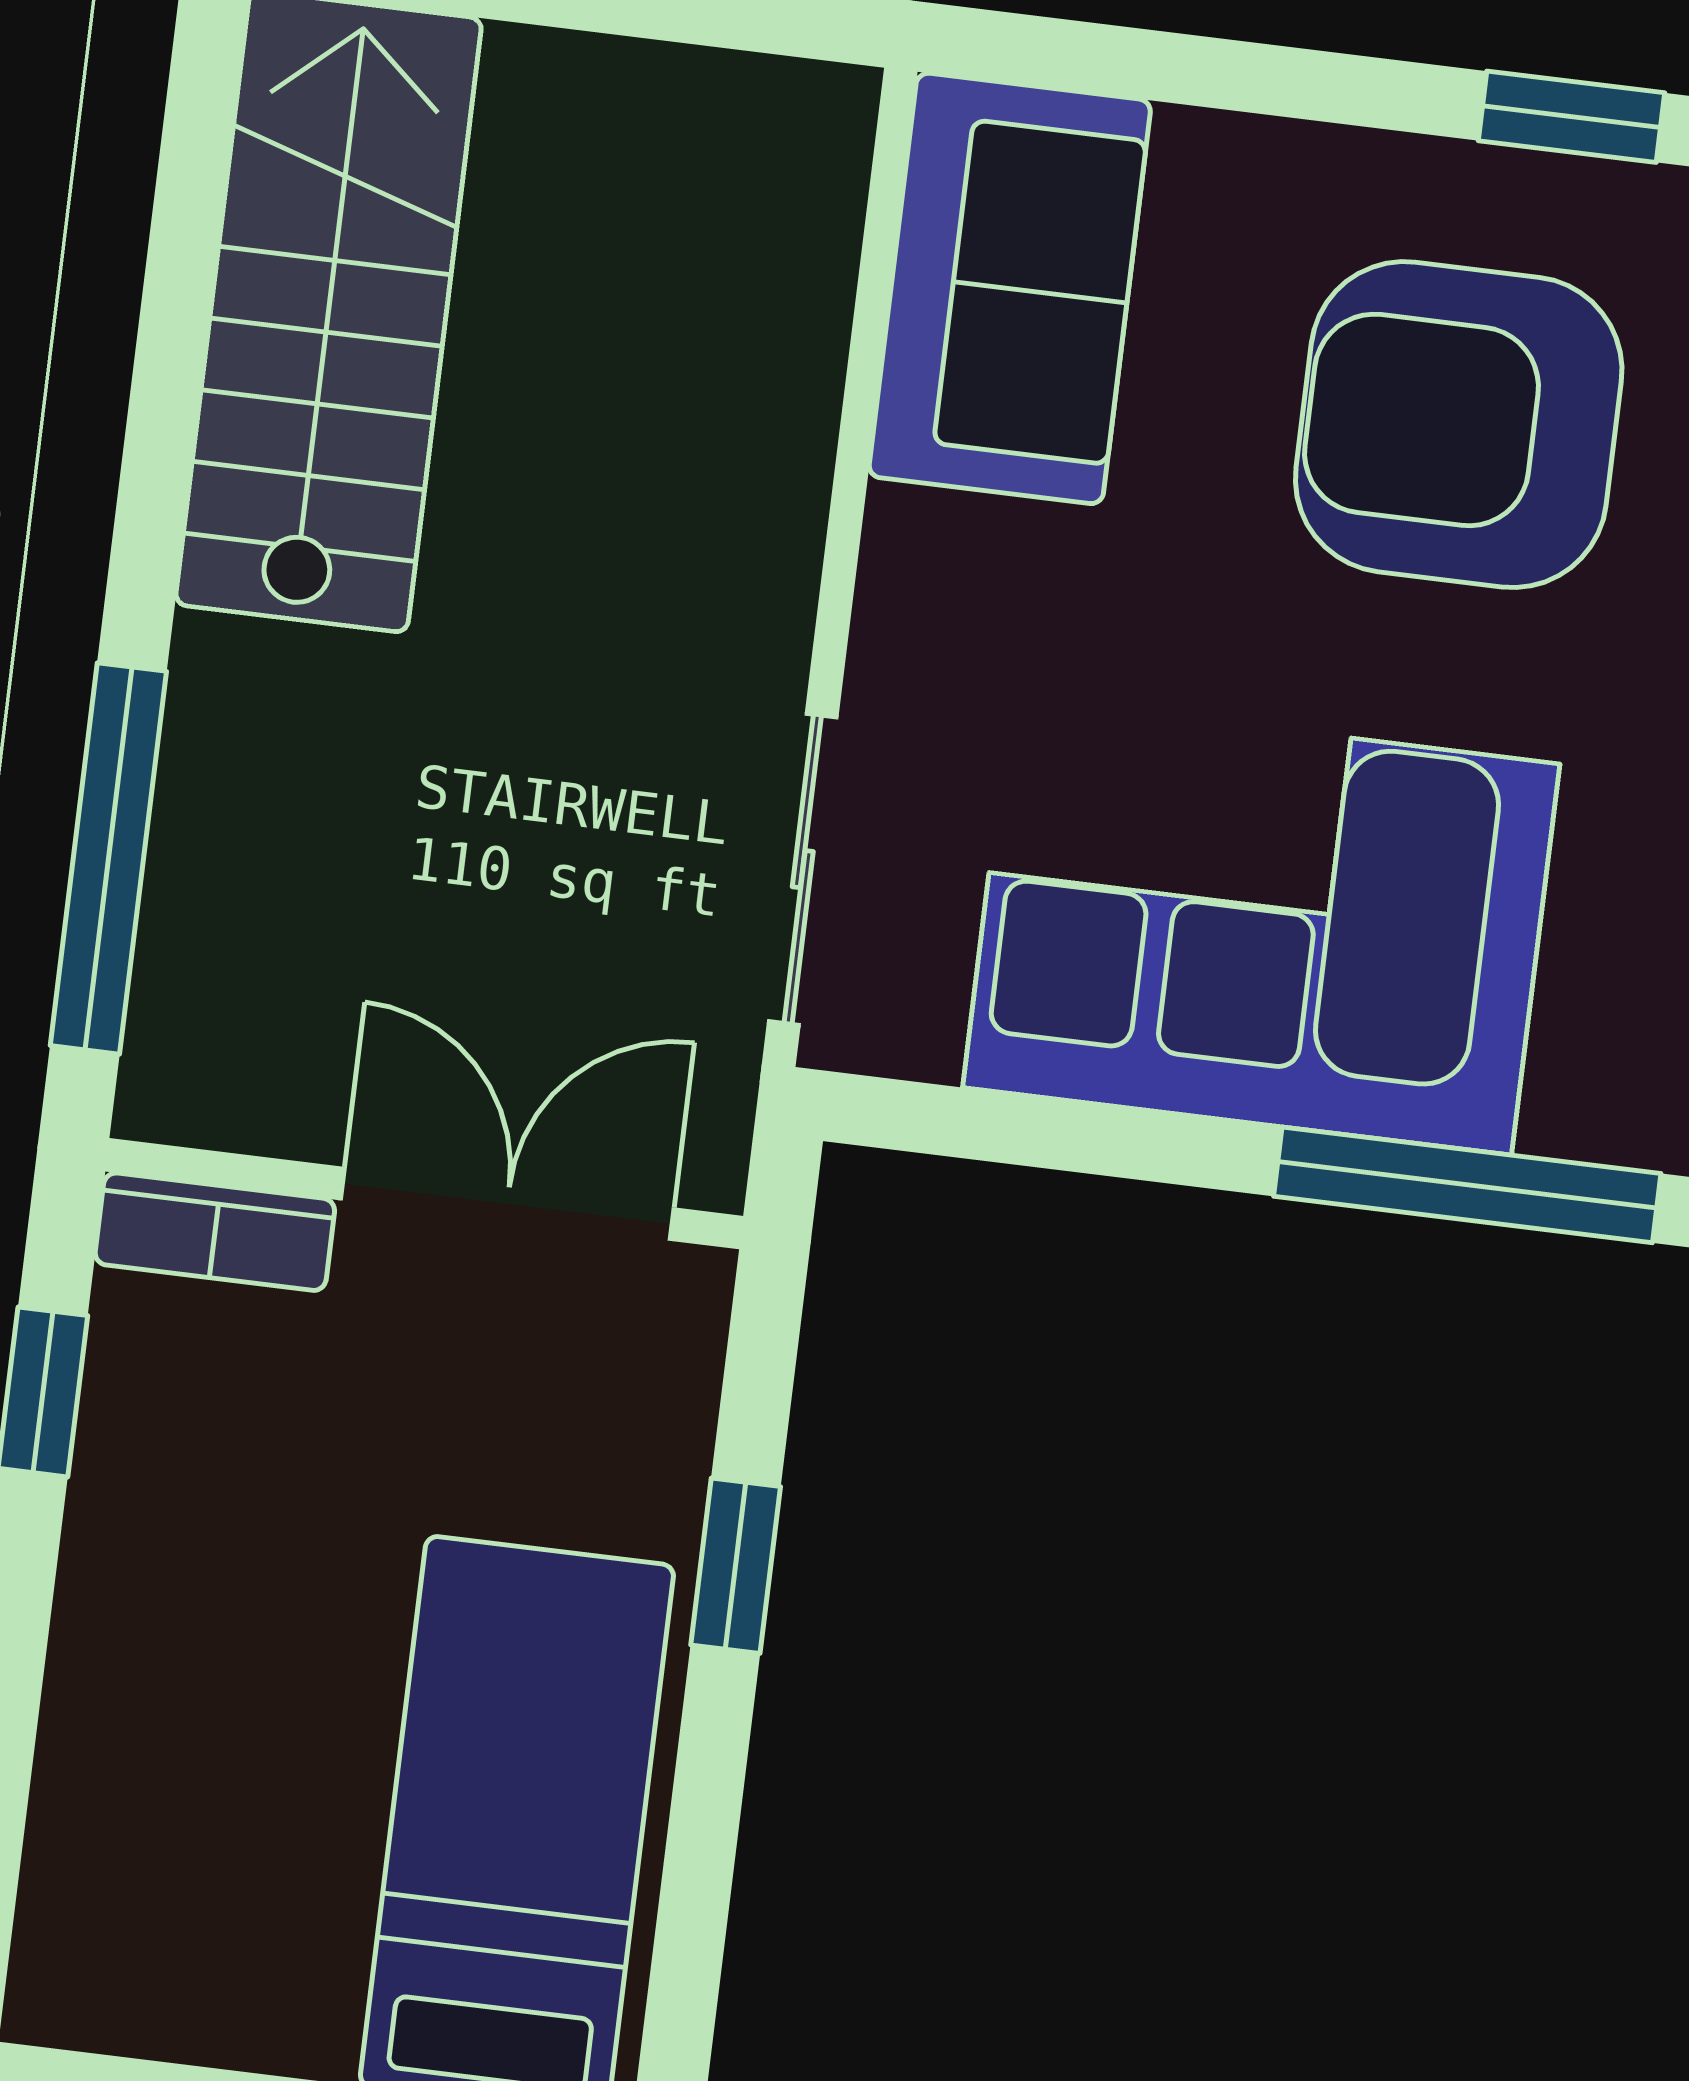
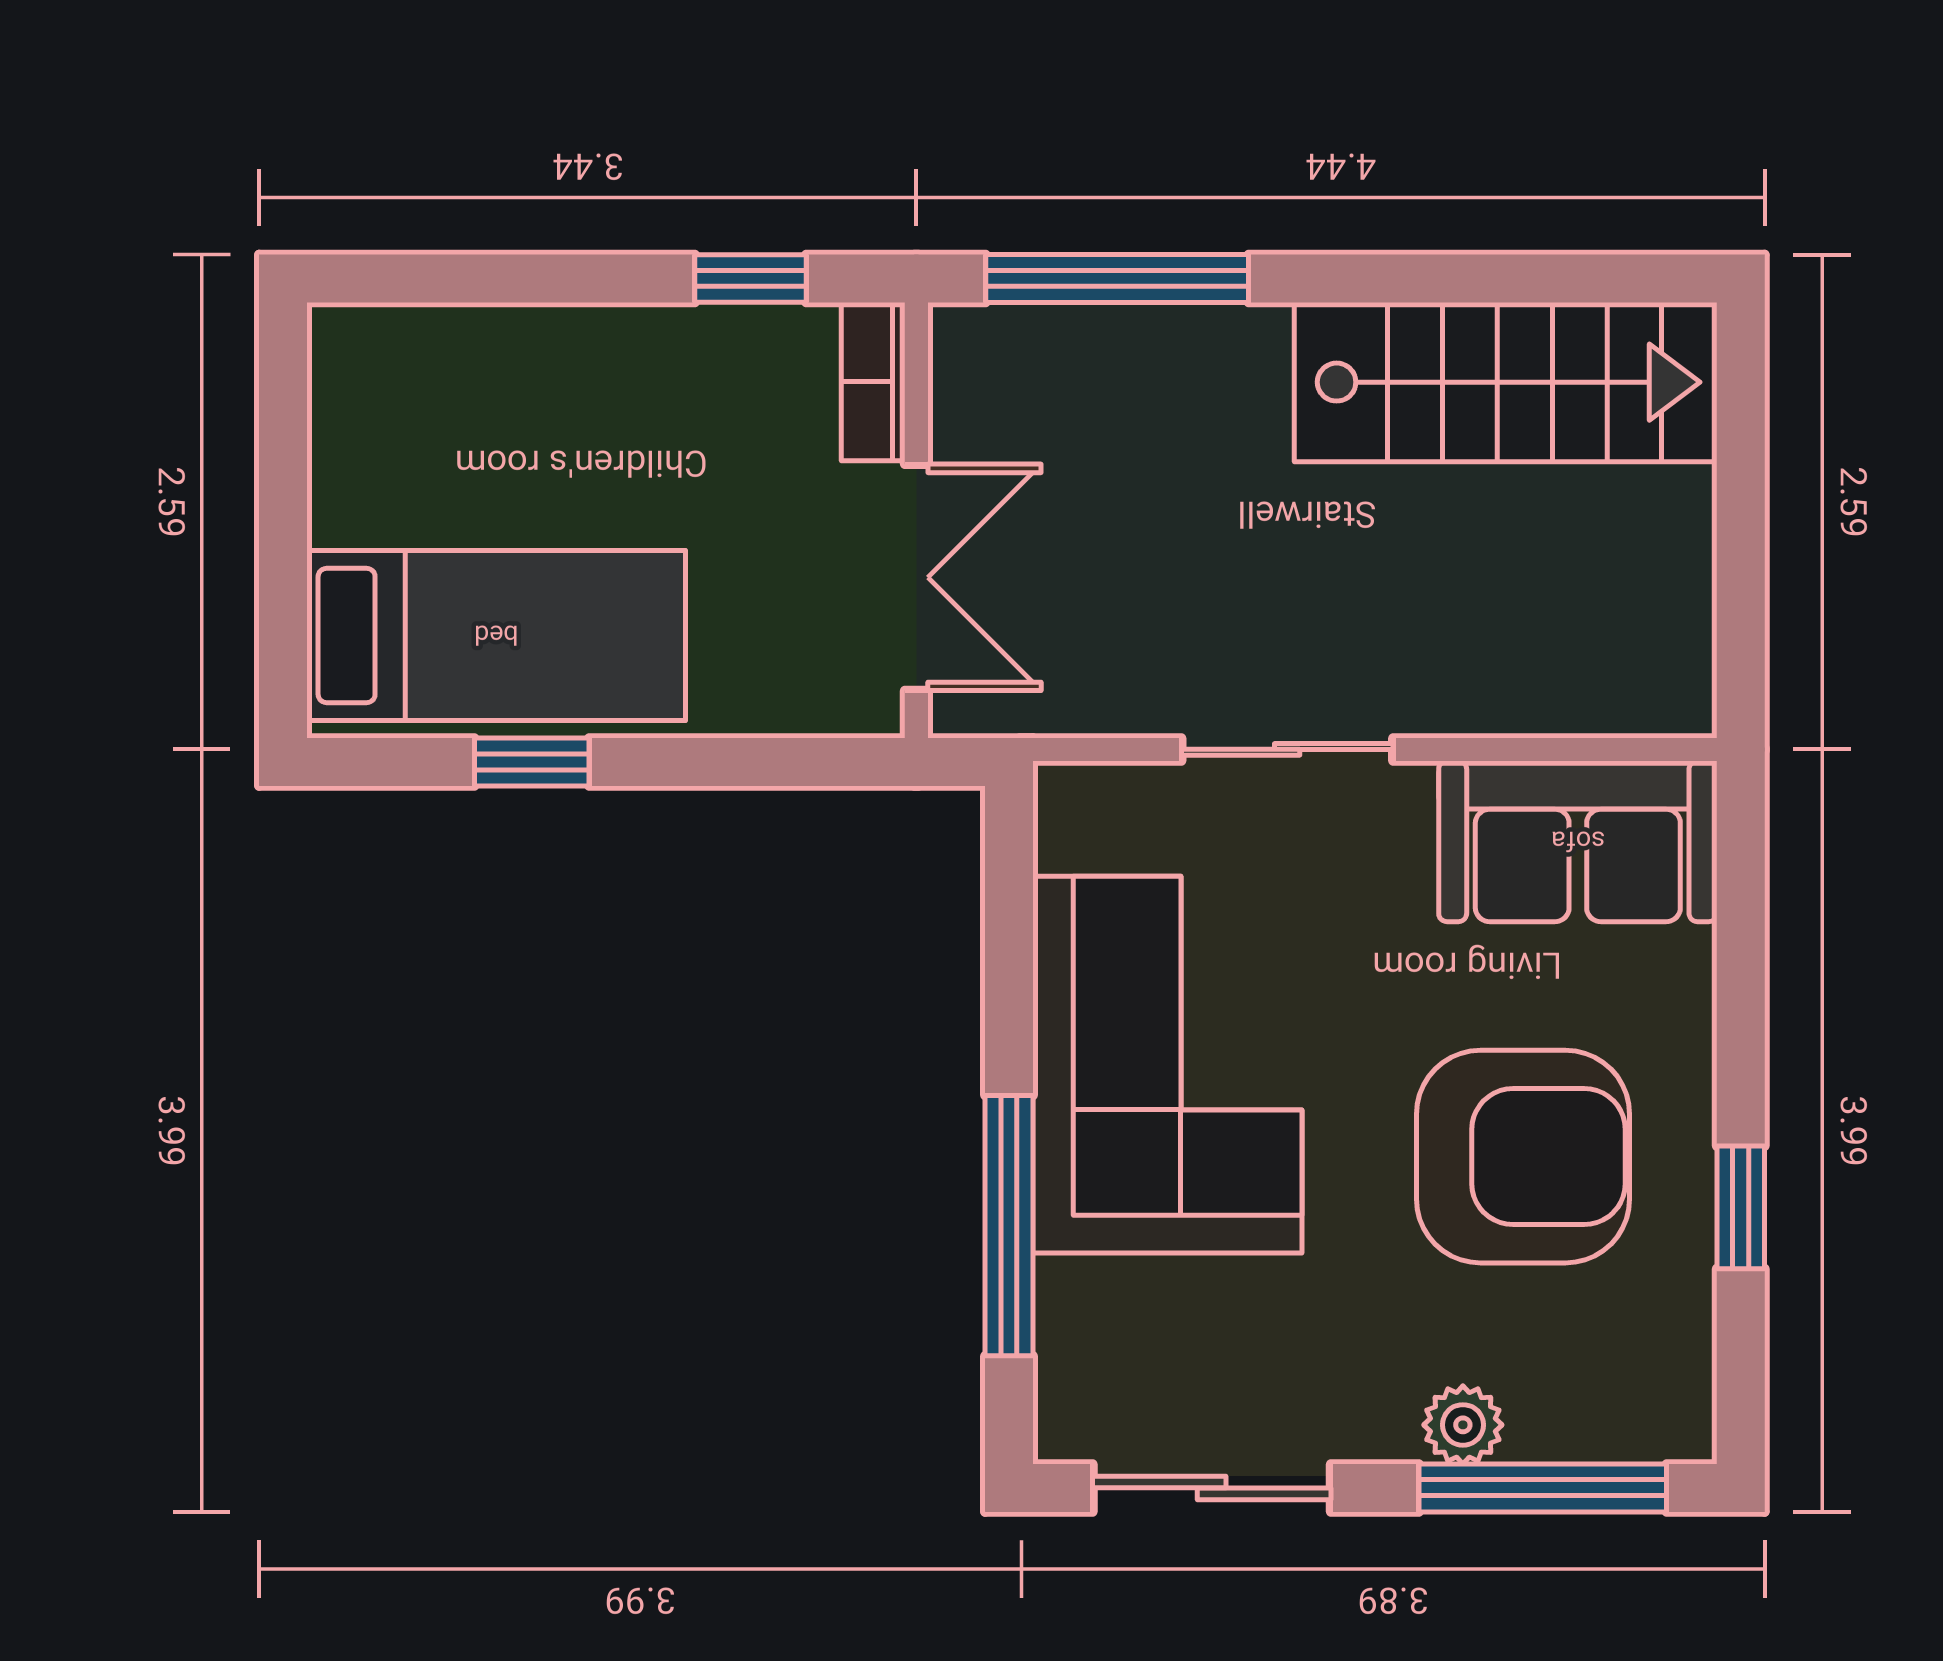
armchair: (1459, 425) -> (1523, 1157), turned 90
sliding door: (803, 869) -> (1287, 749), moved
window: (736, 1566) -> (532, 762), moved

